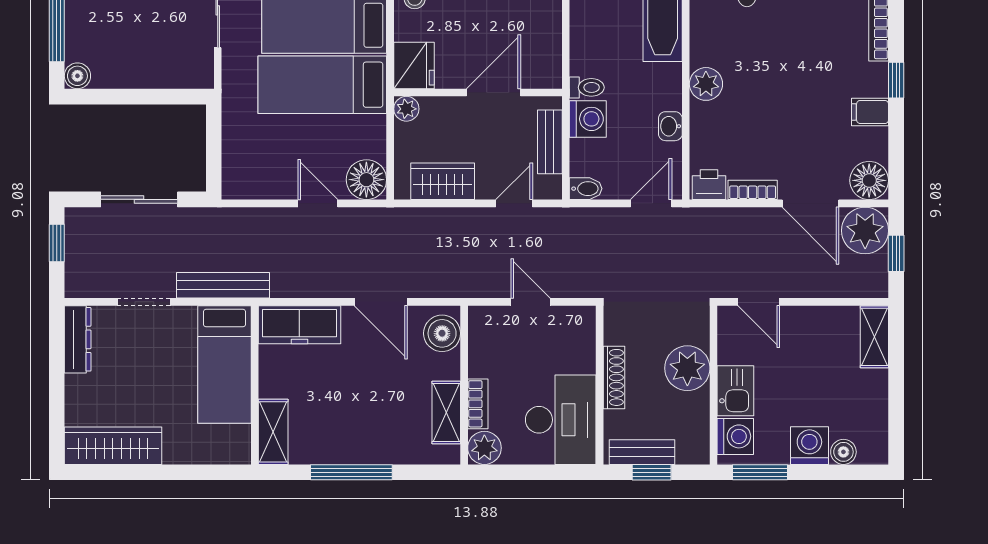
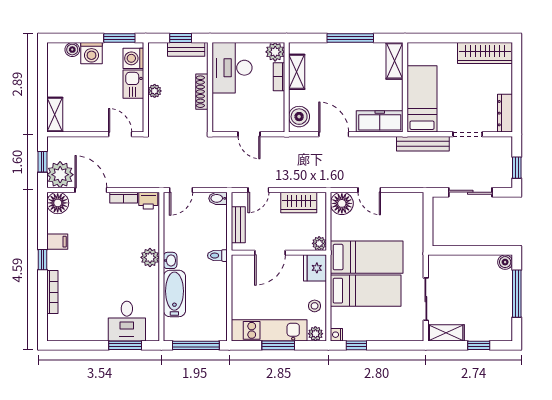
washing machine: (588, 119) -> (217, 238), removed
washbasin: (670, 126) -> (170, 260), moved
plant: (687, 368) -> (155, 91), width x0.53, depth x0.53

